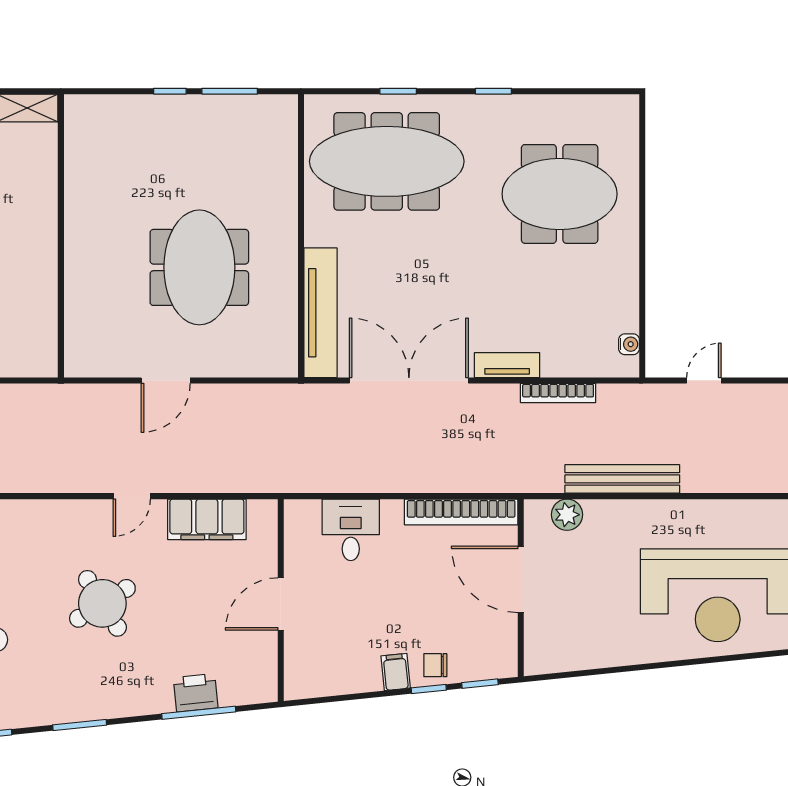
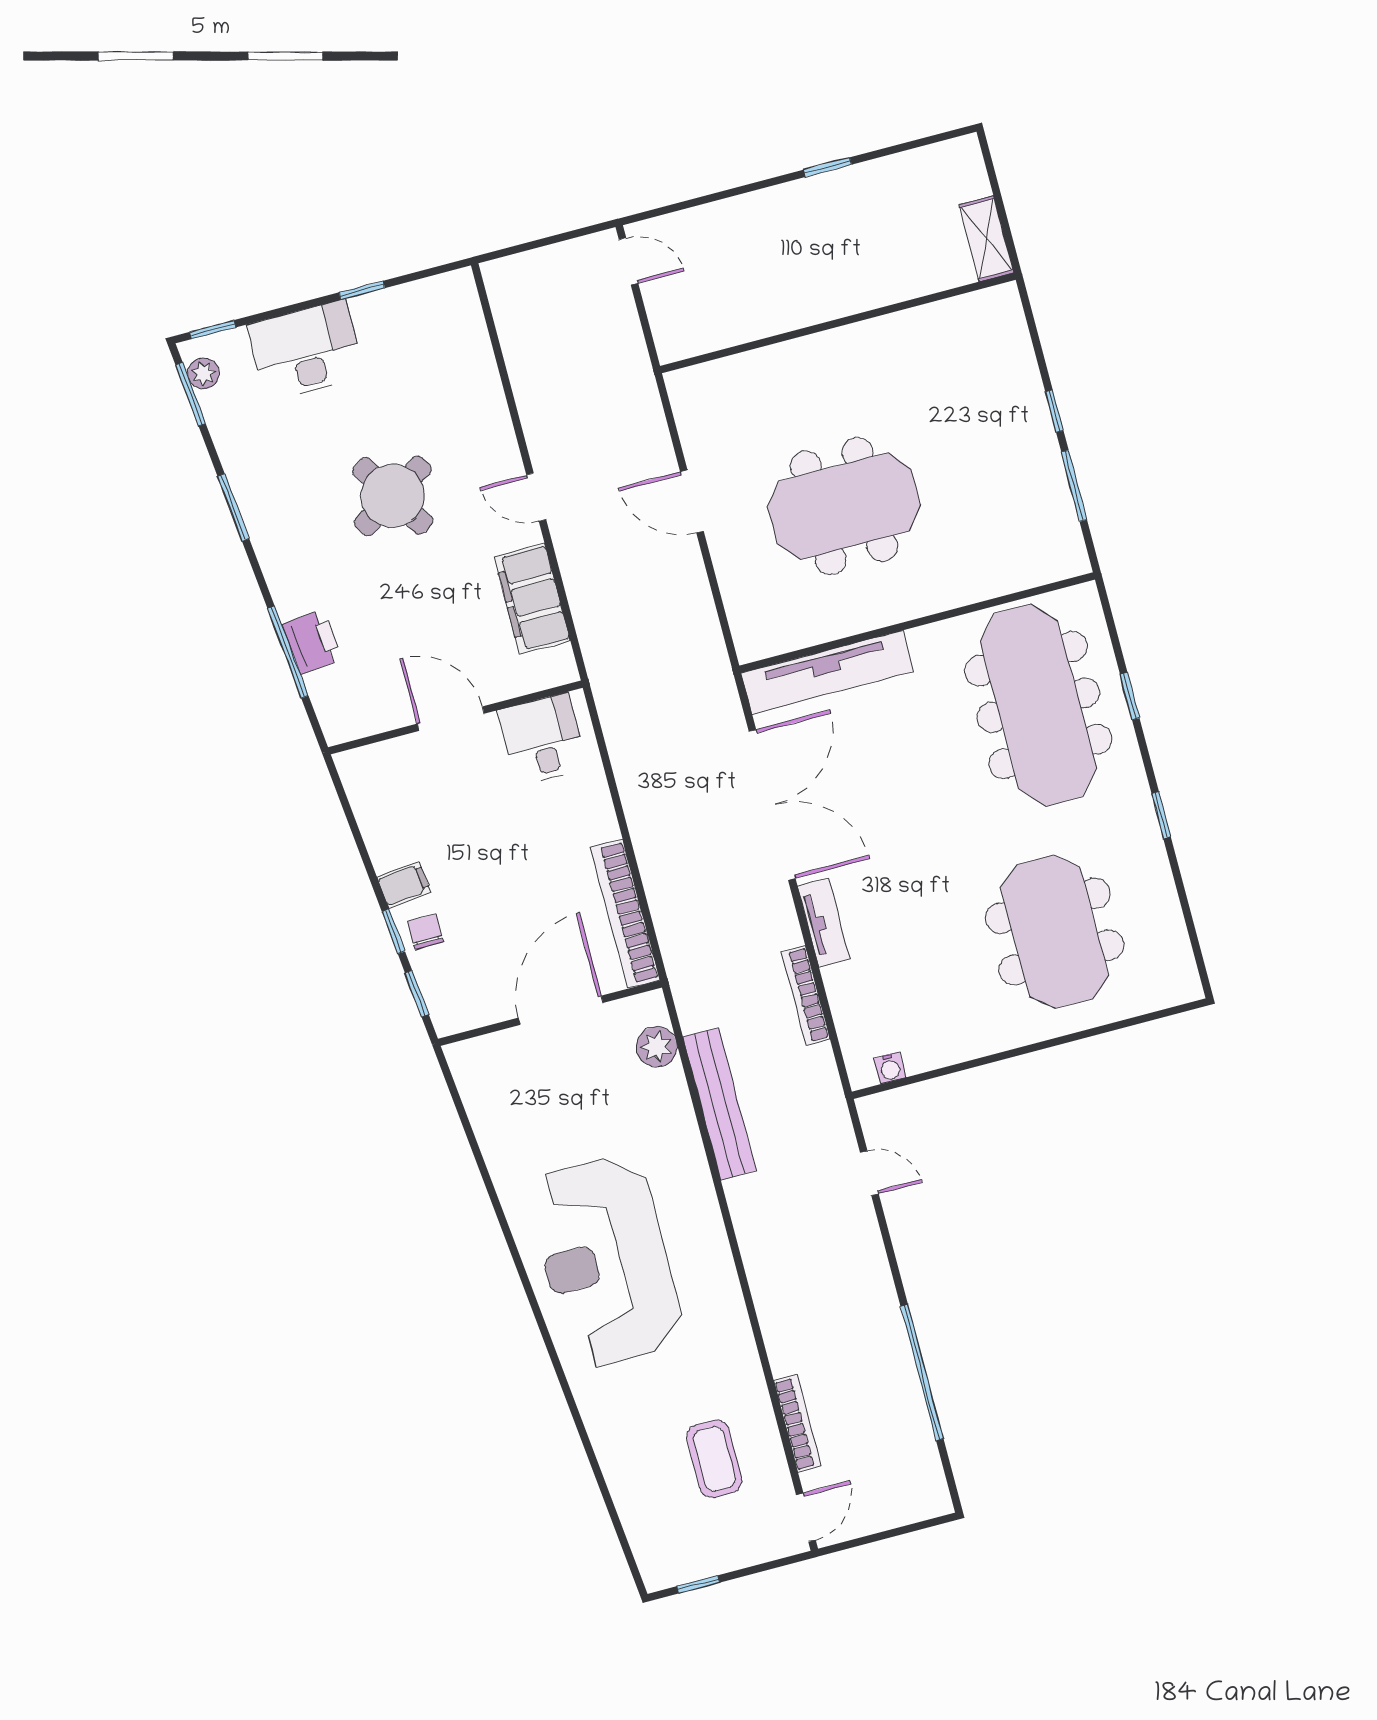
desk: (351, 530) -> (543, 739), moved, turned -90

